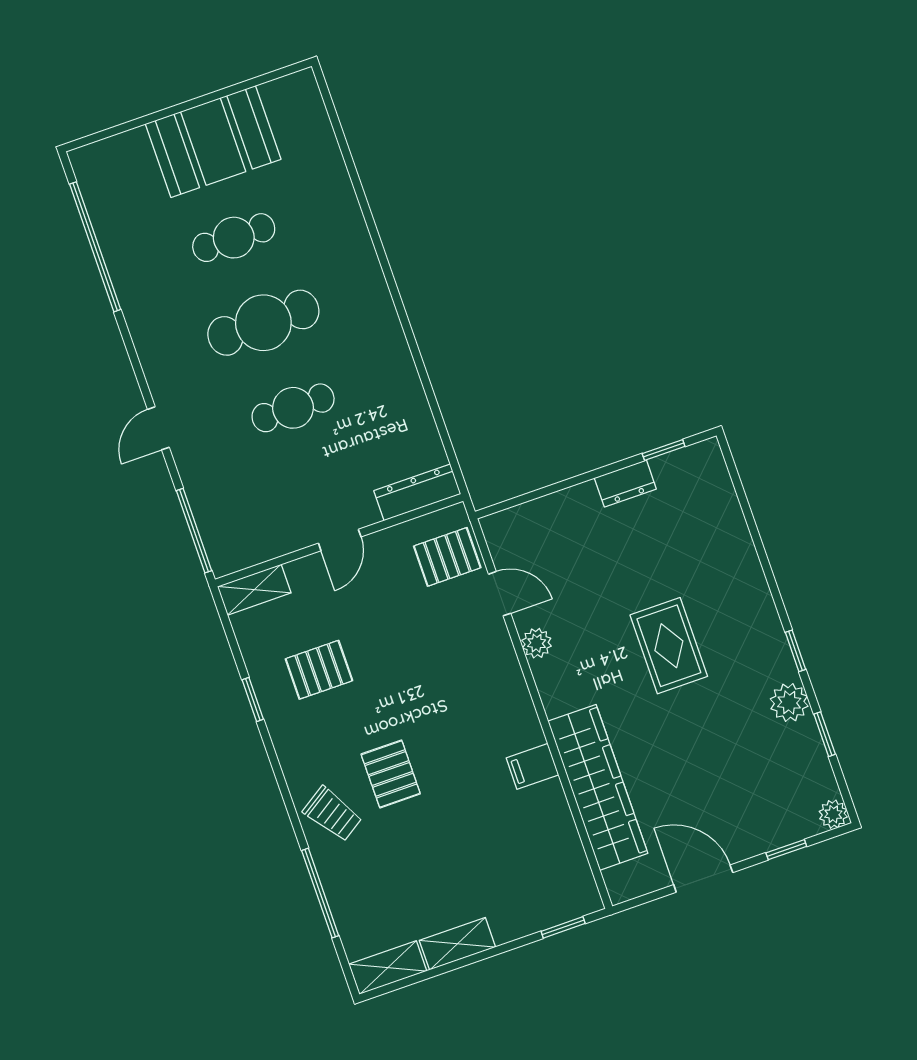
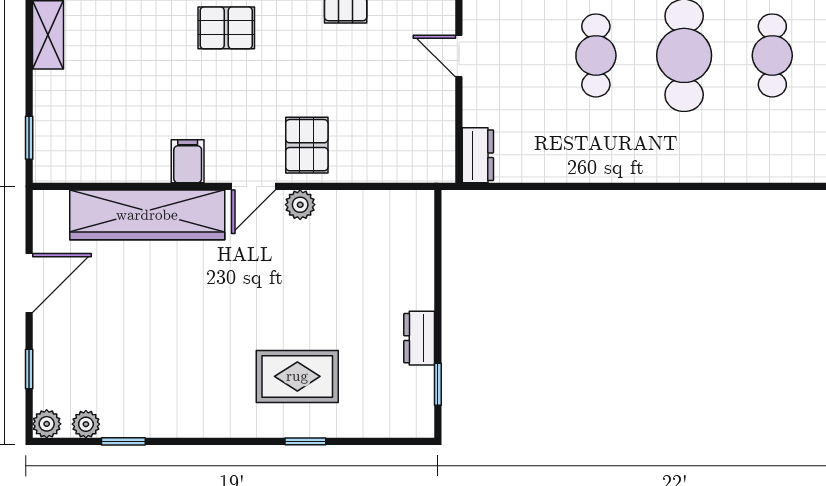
dresser: (417, 492) -> (478, 155), width x0.70
pallet: (447, 557) -> (307, 145), moved
door: (500, 594) -> (253, 186), moved
rug: (669, 646) -> (297, 376), moved
window: (796, 651) -> (305, 441), moved
plant: (789, 702) -> (86, 424), moved, width x0.73, depth x0.73

